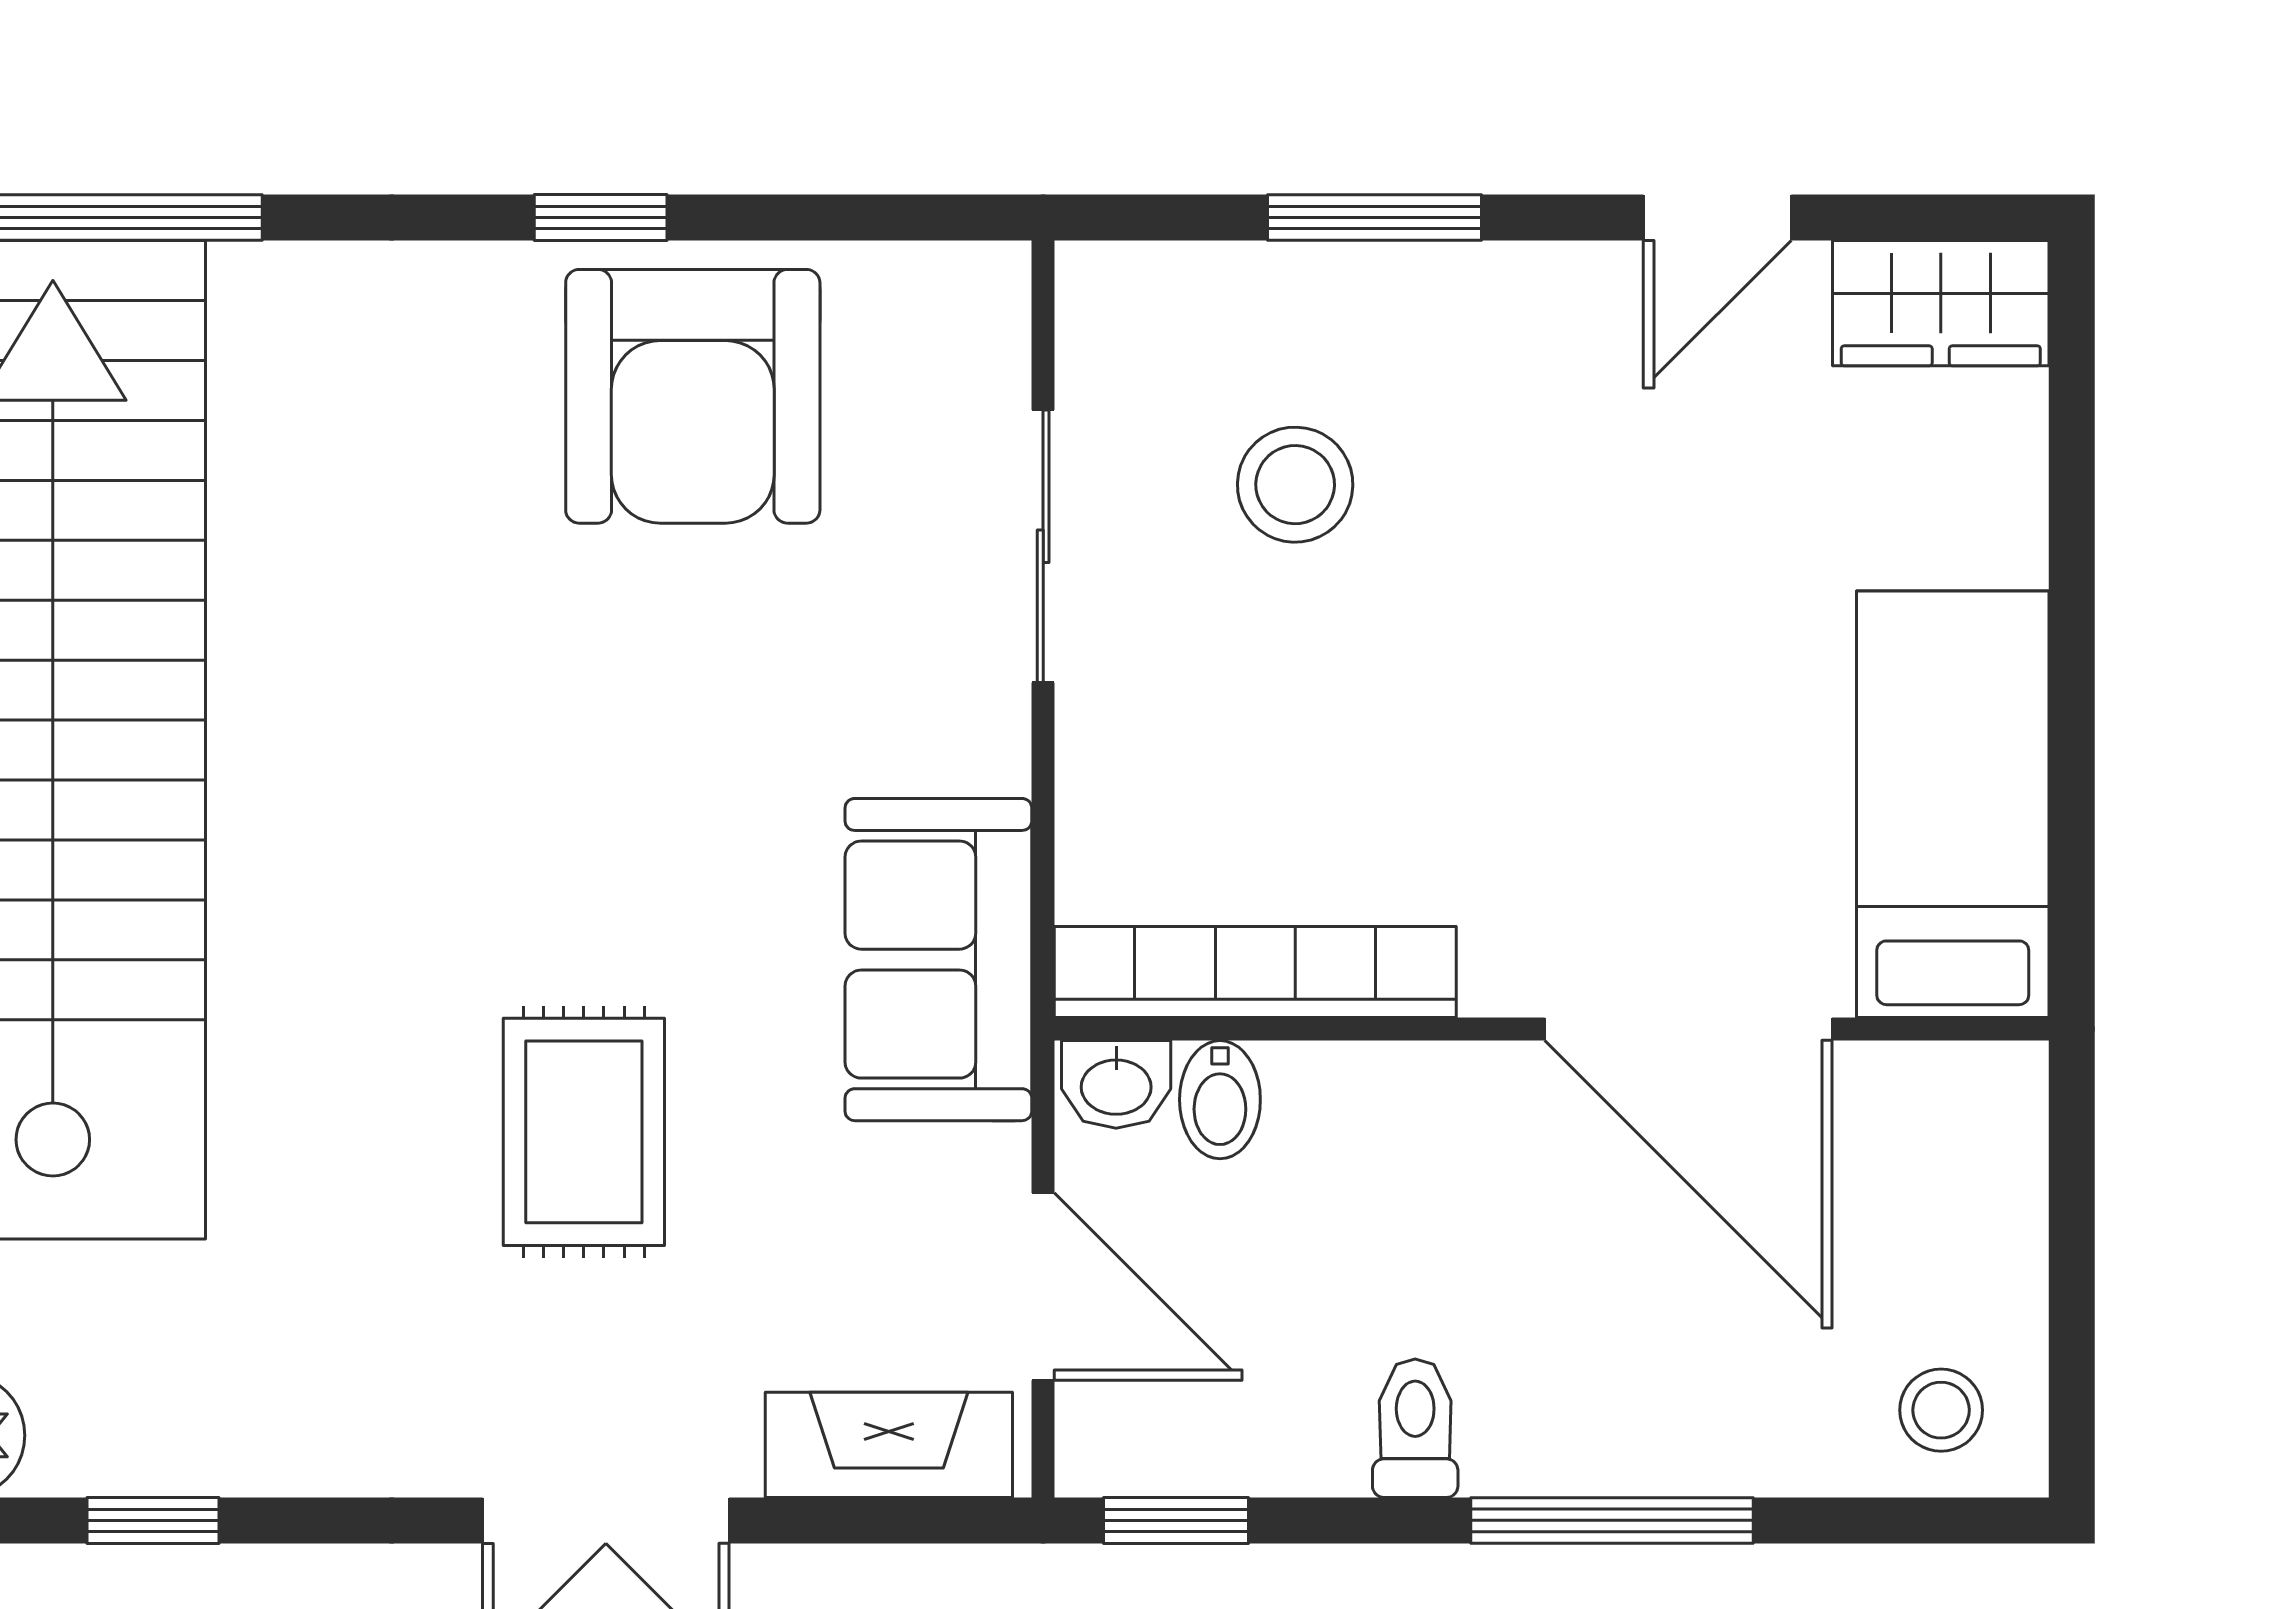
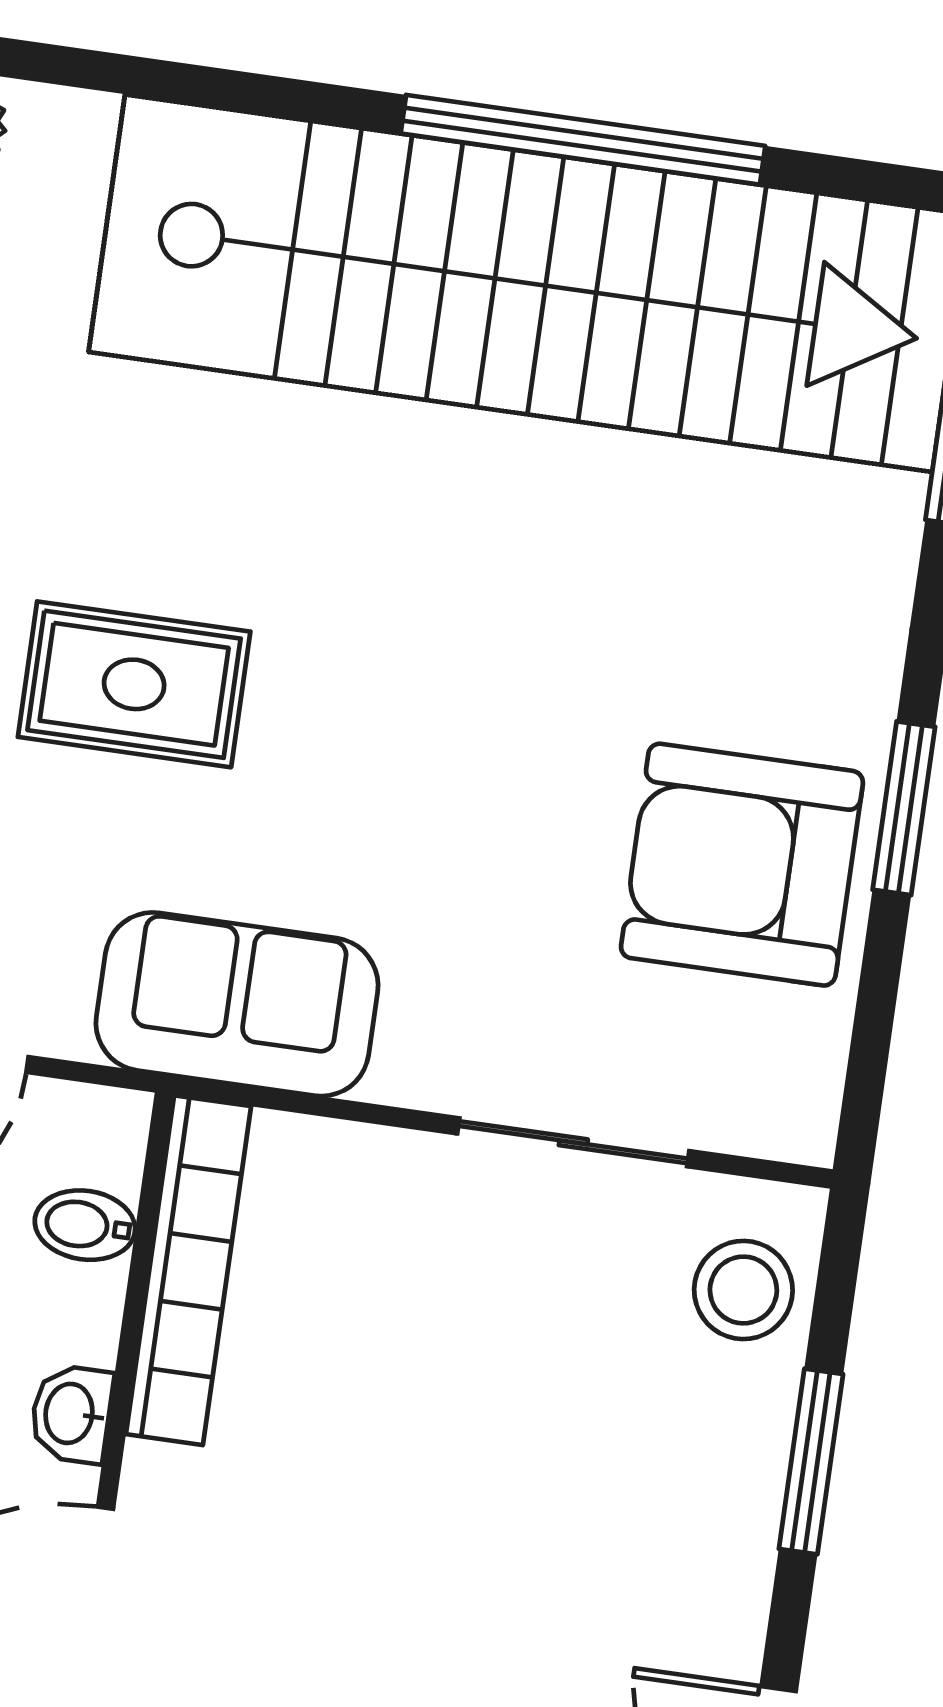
window: (601, 218) -> (904, 808), width x1.50
stool: (1295, 485) -> (743, 1290), moved
washbasin: (1116, 1084) -> (71, 1414), moved

